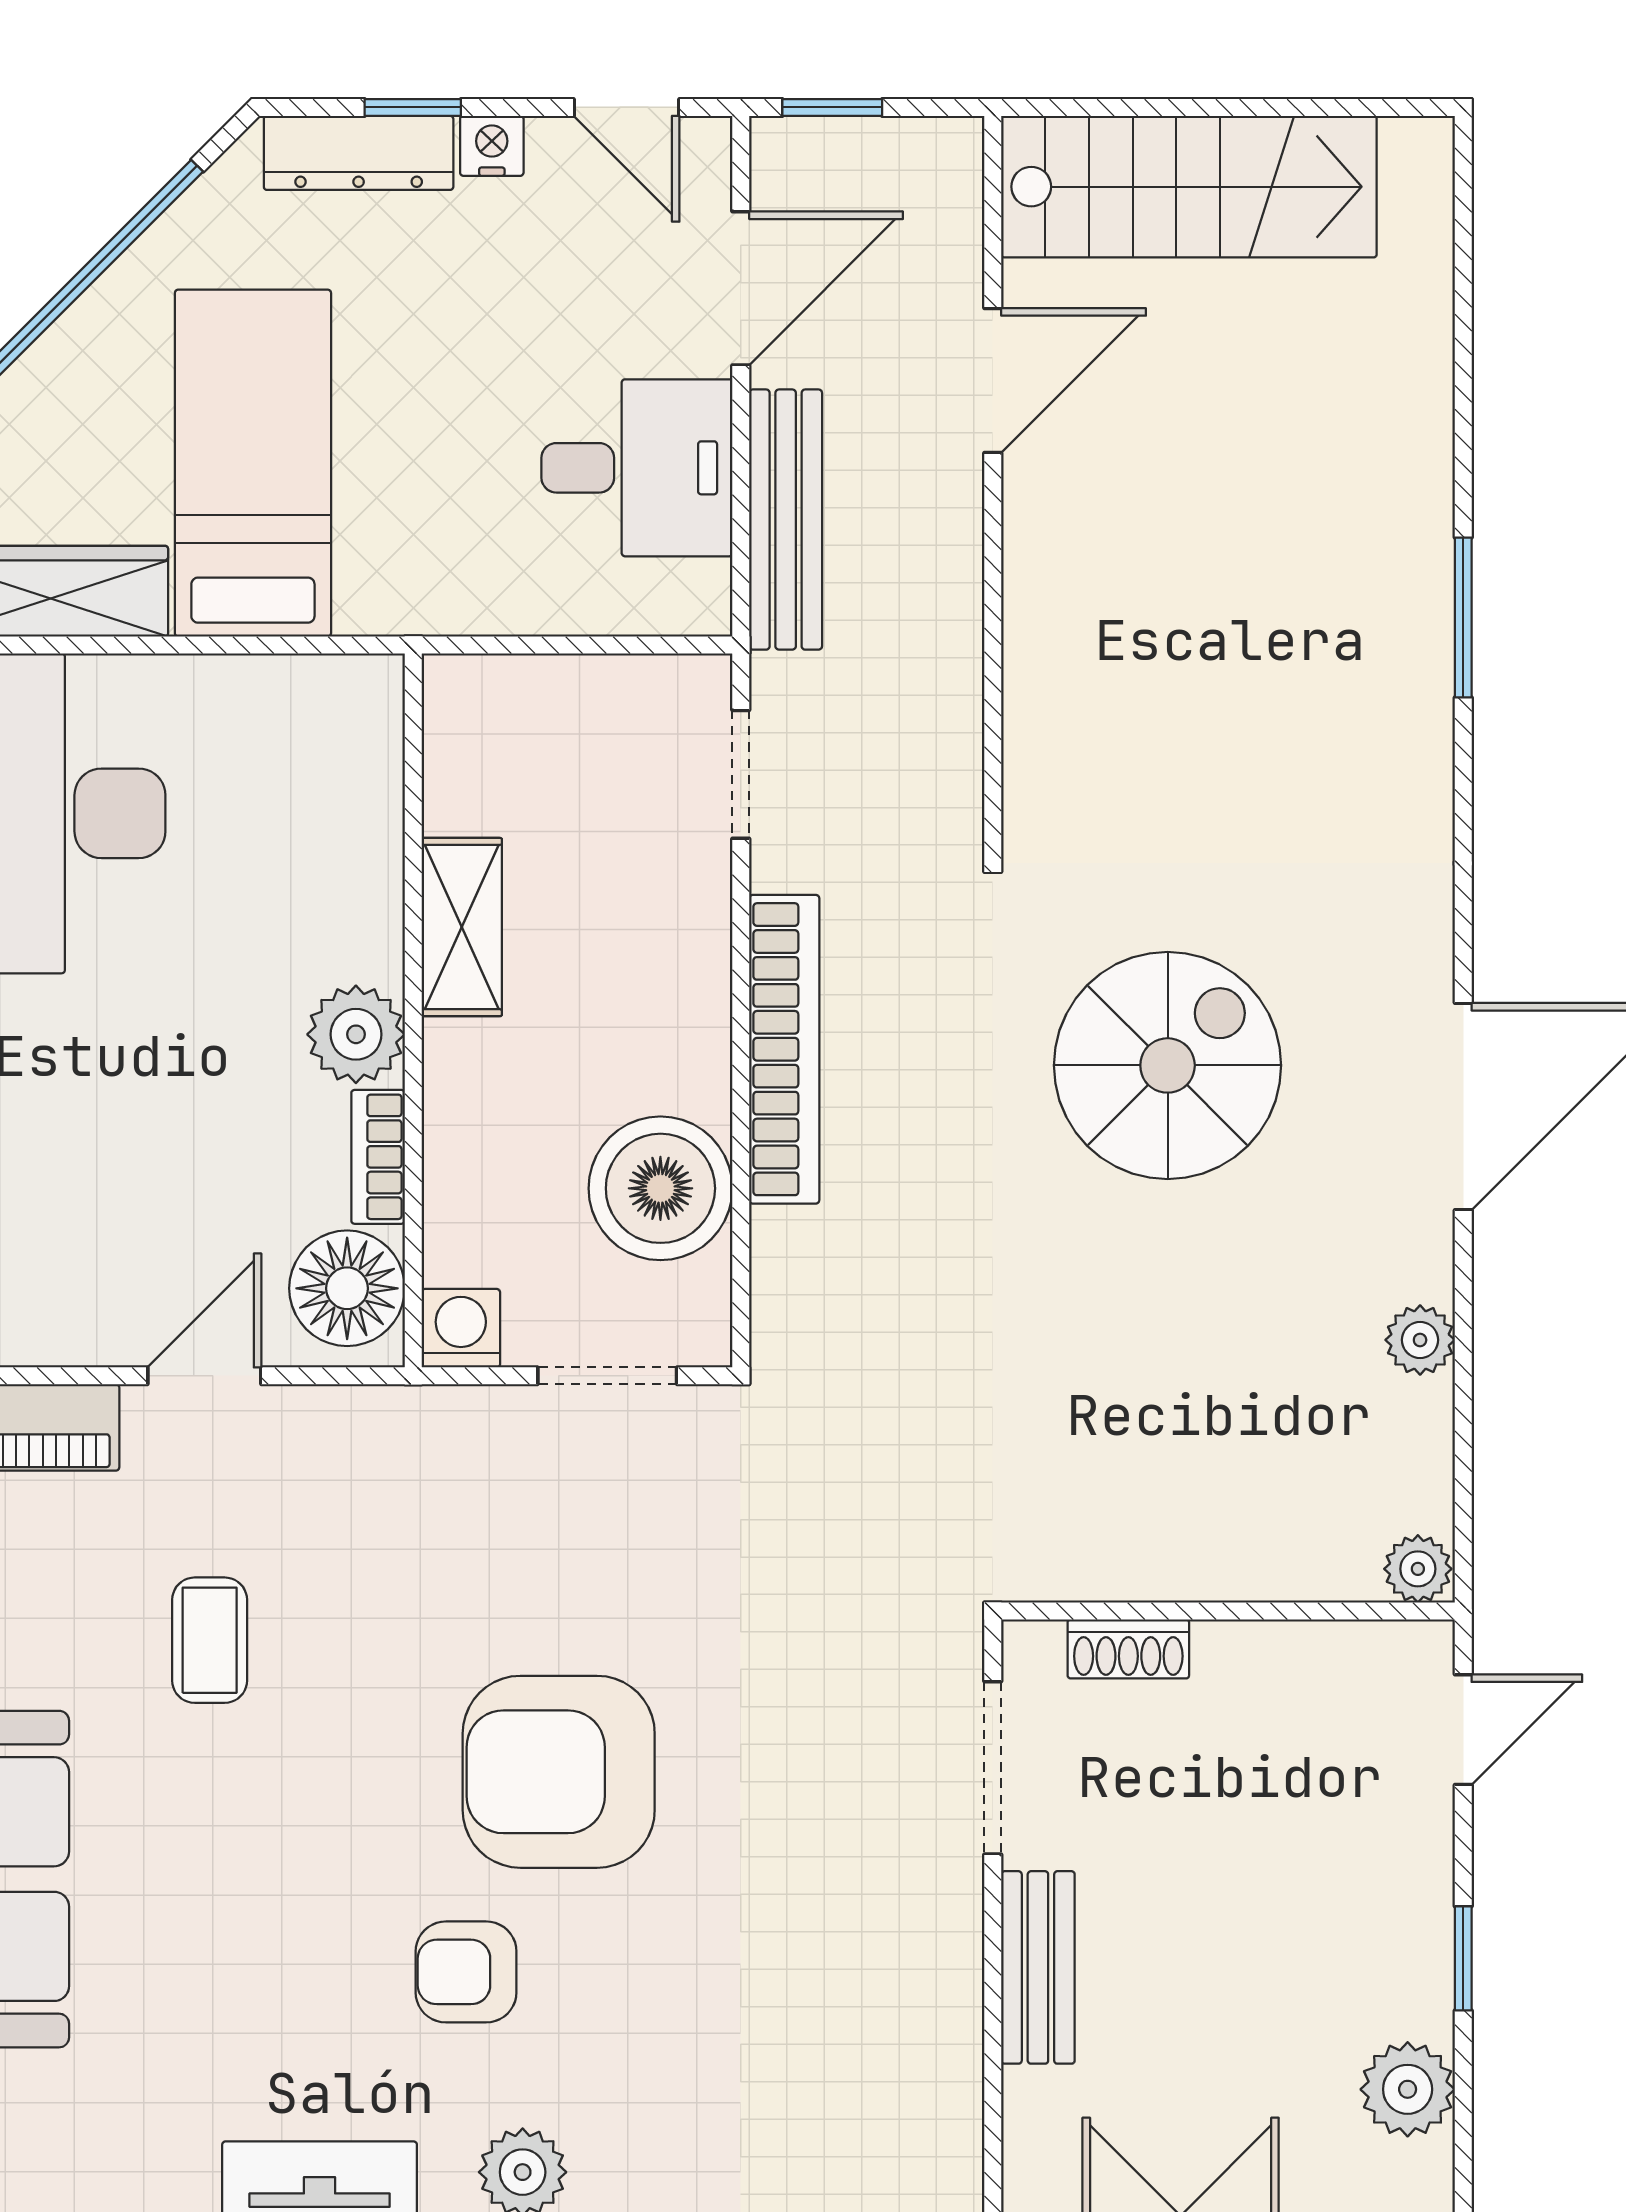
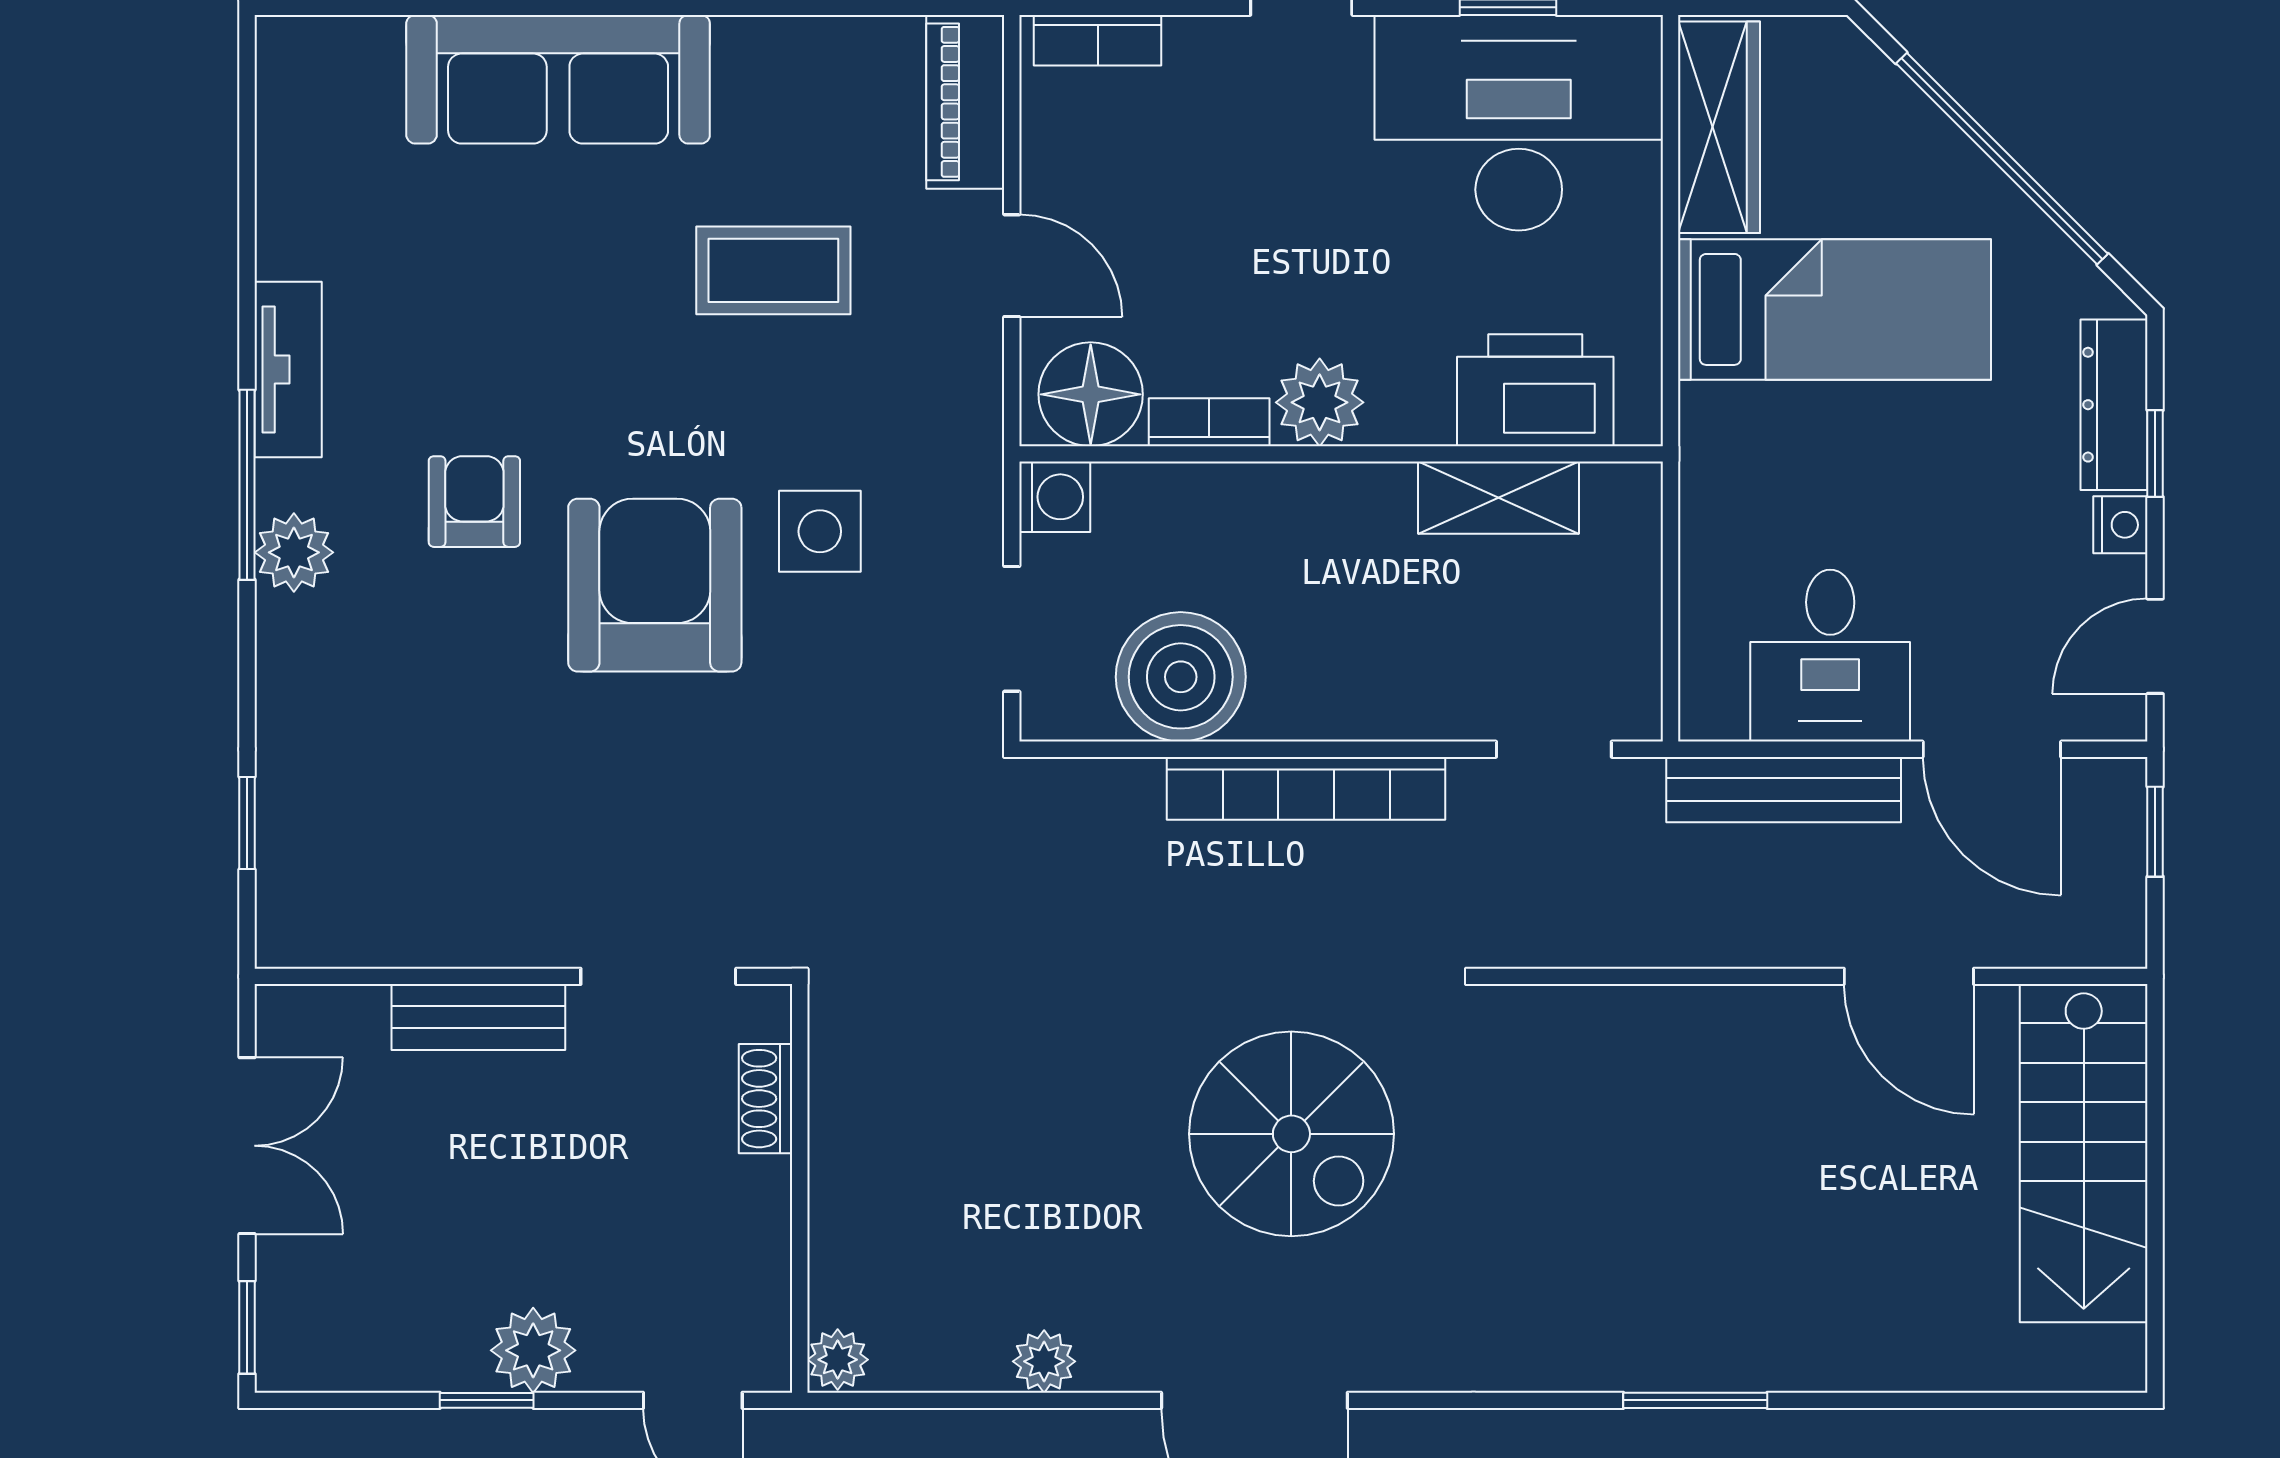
printer: (343, 795) -> (1535, 390), added
shelving: (462, 927) -> (1499, 498), moved
side table: (499, 1589) -> (820, 531), added
coffee table: (210, 1640) -> (773, 270), width x1.36, depth x1.30
plant: (1408, 2089) -> (533, 1350), moved

